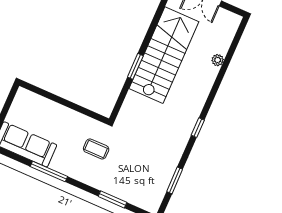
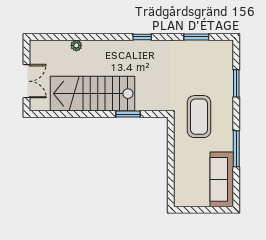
window: (135, 66) -> (128, 114), moved
coffee table: (96, 149) -> (199, 117), width x1.86, depth x1.72

